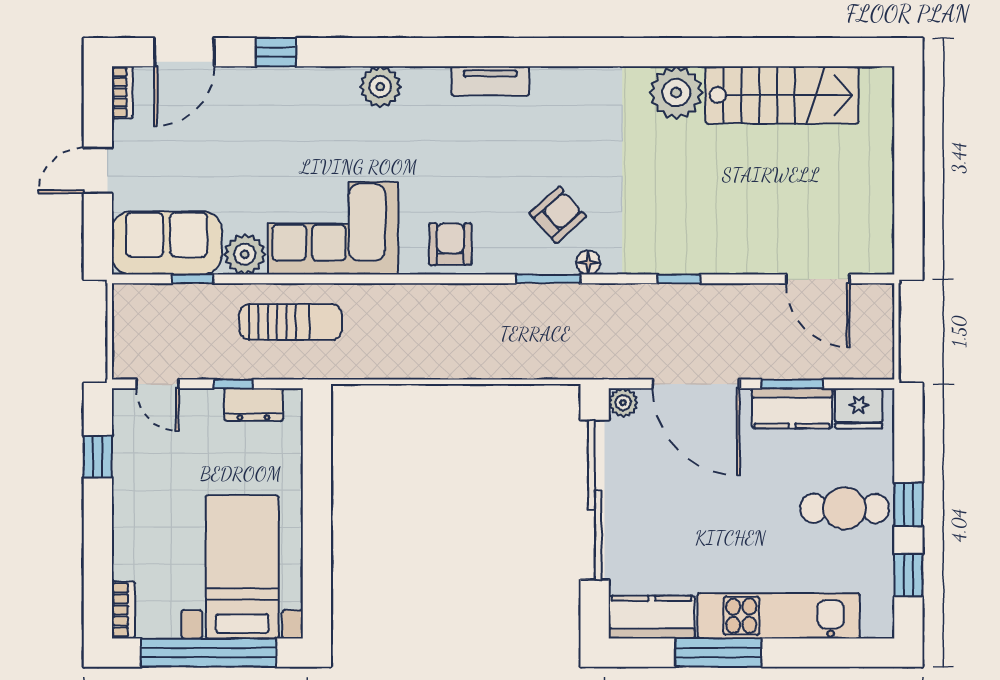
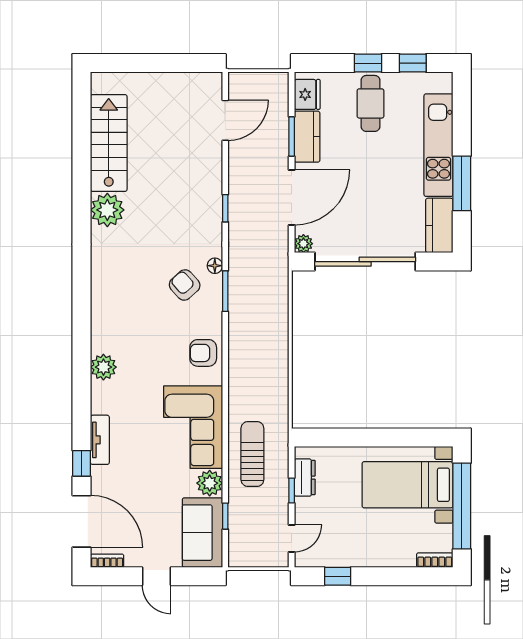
door: (184, 52) -> (82, 521), width x1.36
tv unit: (490, 81) -> (100, 440), moved
plant: (380, 87) -> (103, 367), moved

